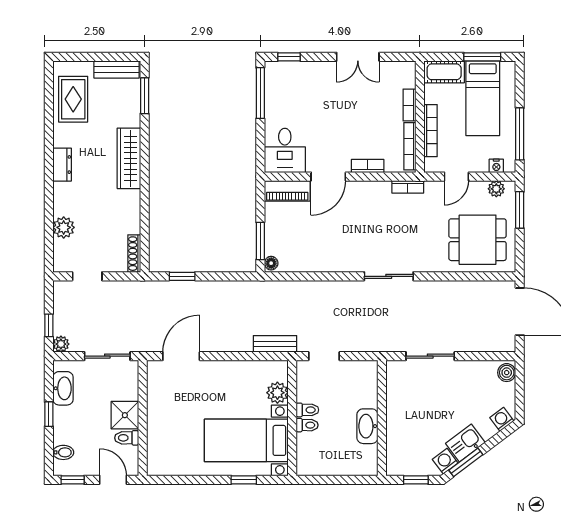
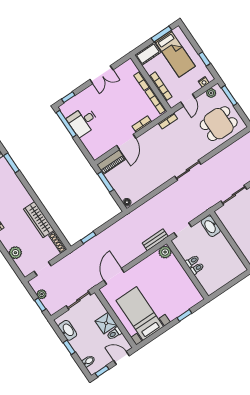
window: (520, 134) -> (204, 59), width x0.46
desk: (285, 150) -> (83, 121), moved, turned 90
wardrobe: (129, 158) -> (39, 220), moved
window: (260, 241) -> (106, 182), moved
plant: (61, 344) -> (42, 294), moved
plant: (277, 393) -> (165, 252), moved
washbasin: (367, 426) -> (211, 226), moved
bed with nightstands: (246, 440) -> (140, 314), moved, turned 90

